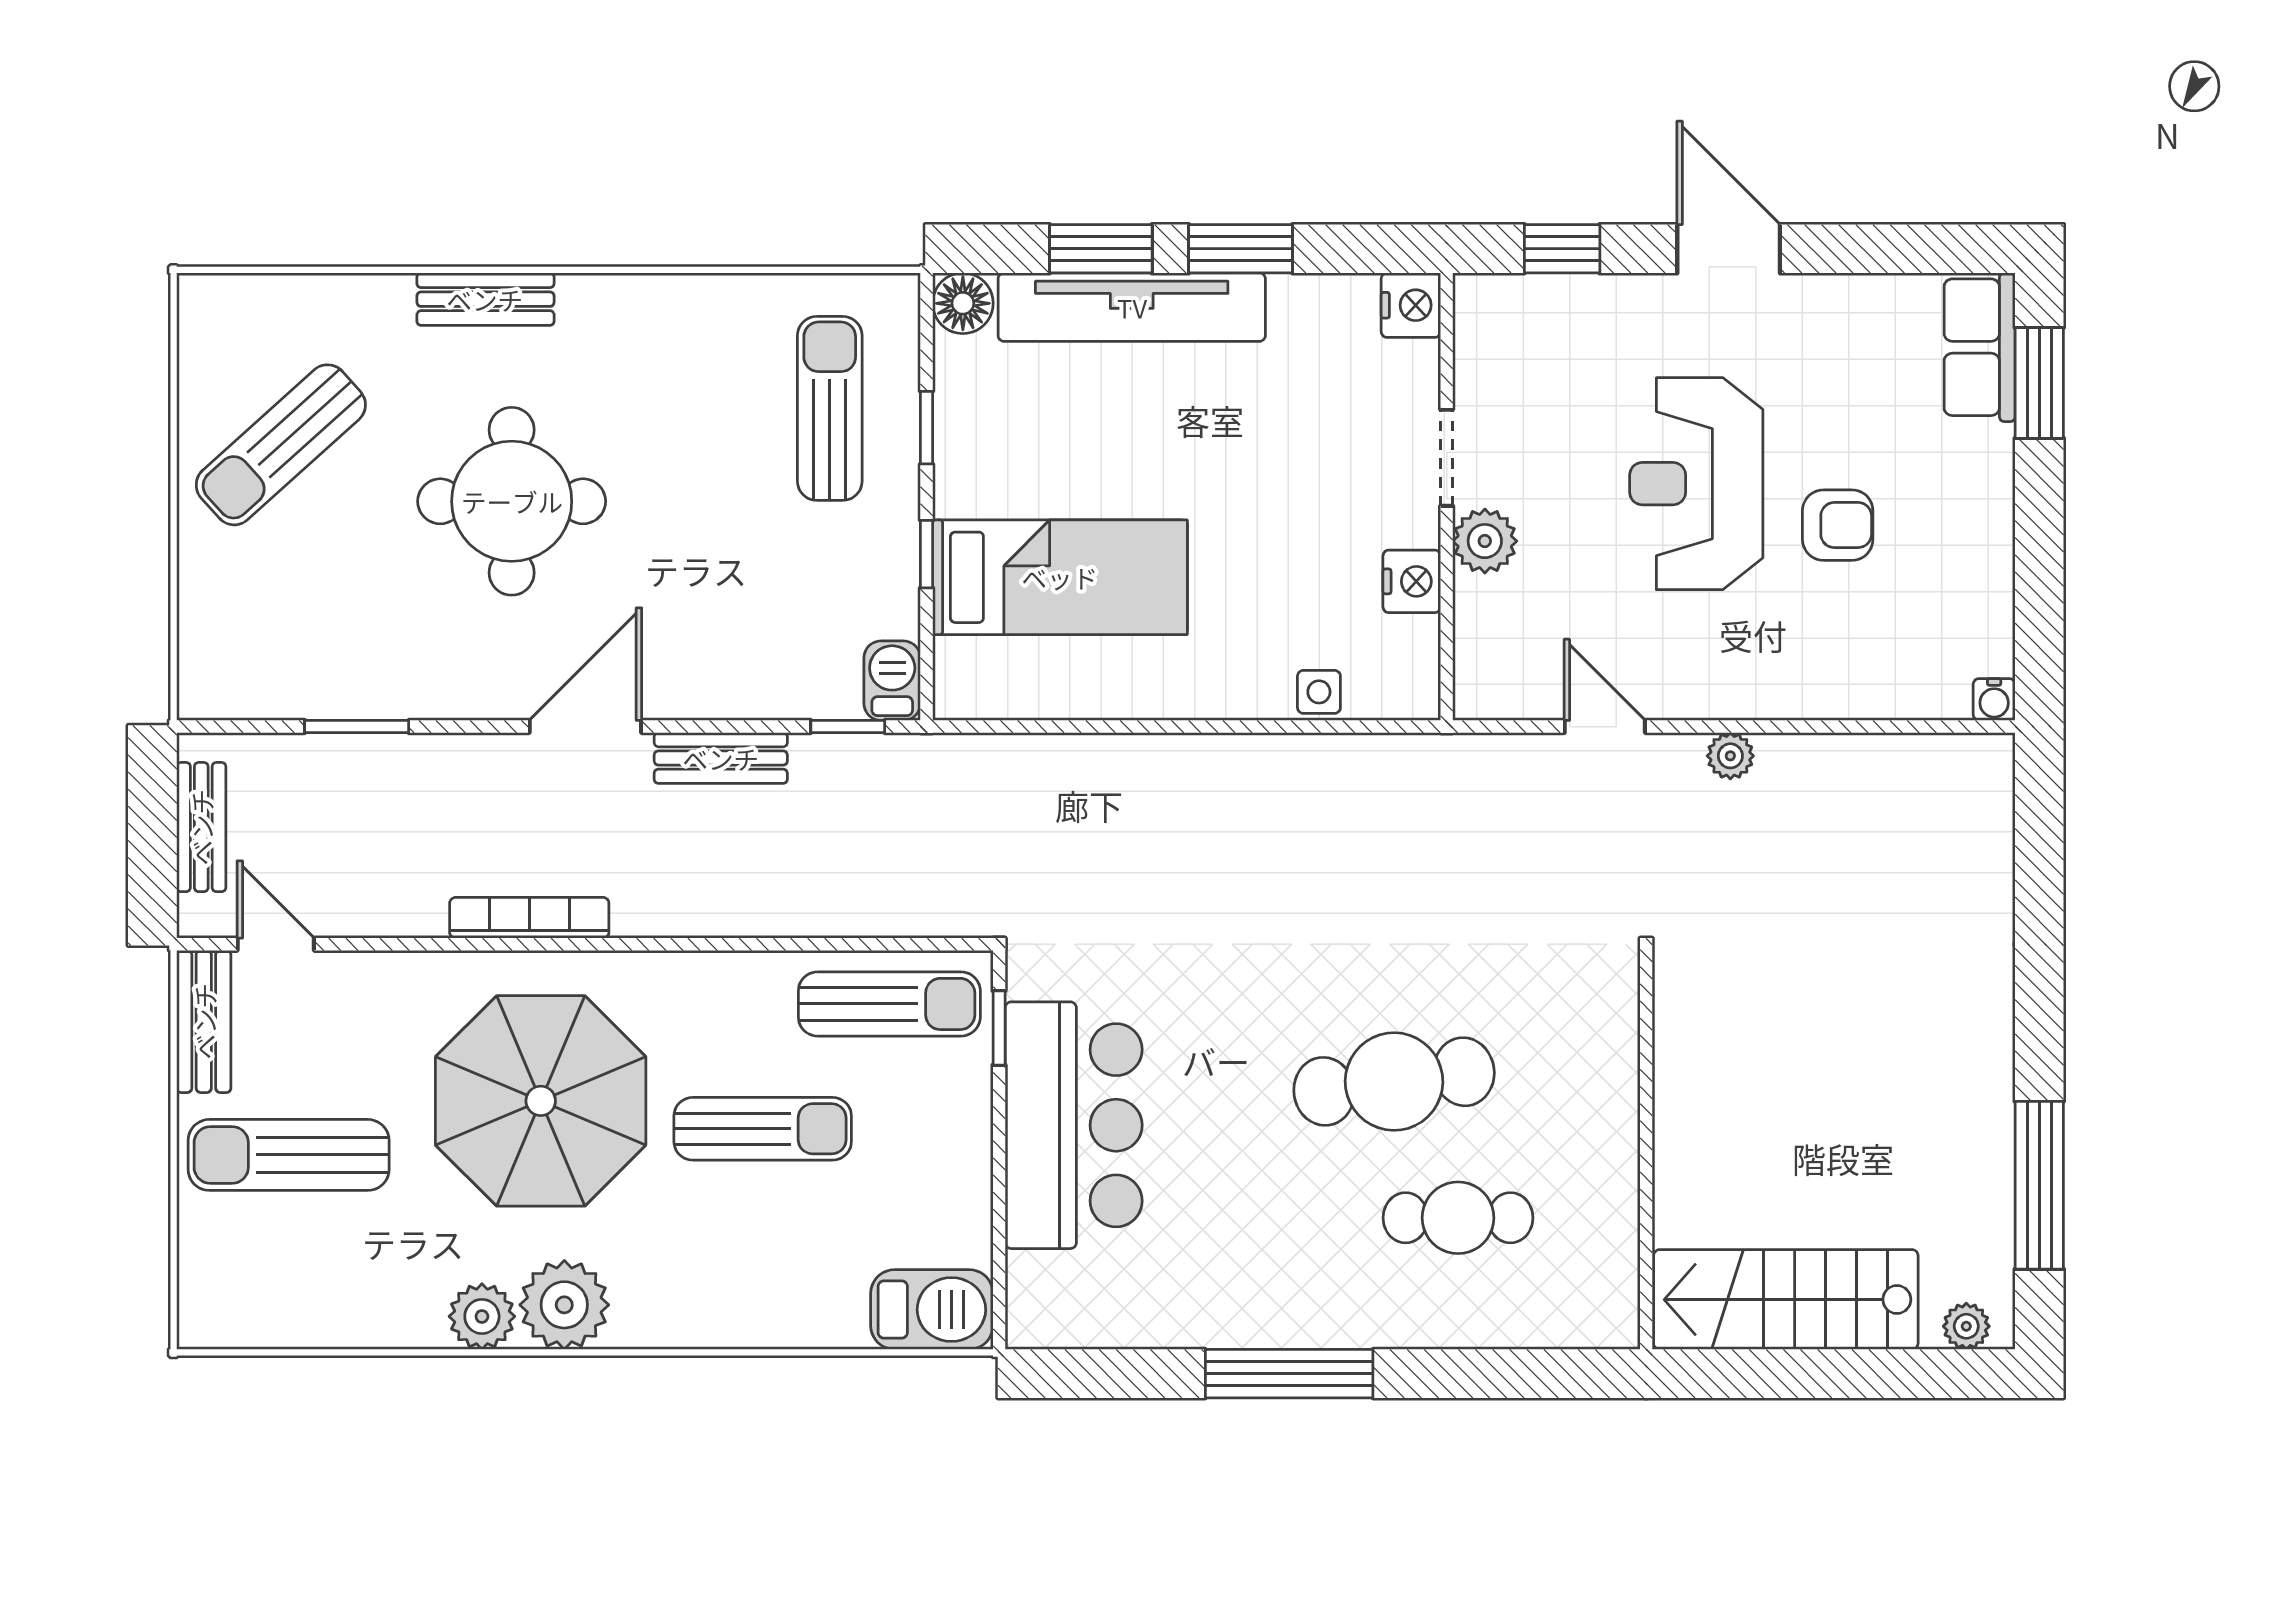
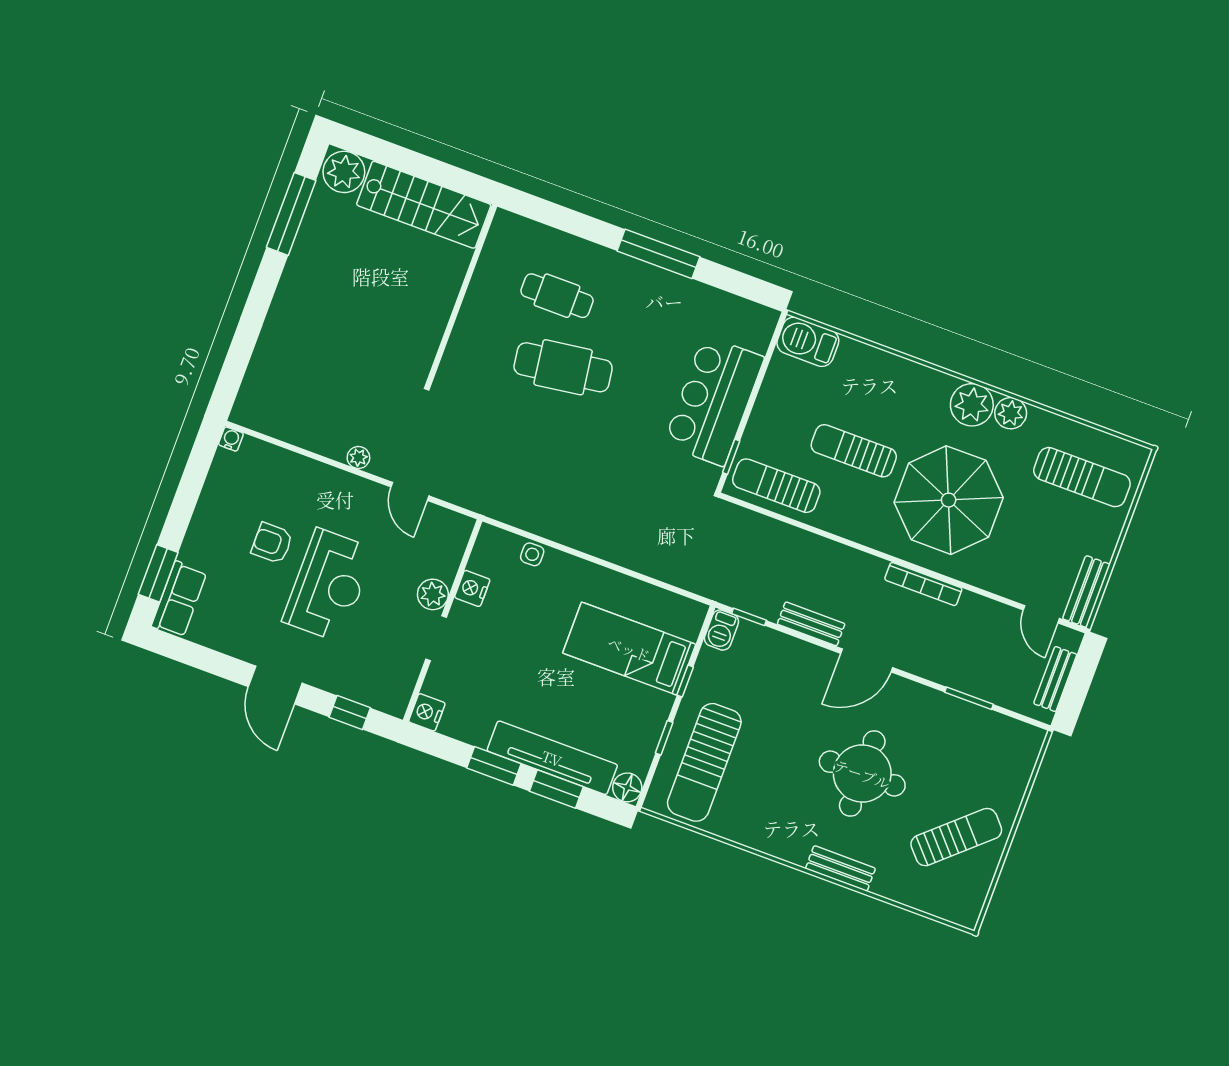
sun lounger: (830, 408) -> (704, 762), width x1.36, depth x1.34
sun lounger: (289, 1155) -> (1082, 477), moved
plant: (1966, 1326) -> (344, 172), width x1.88, depth x1.88

